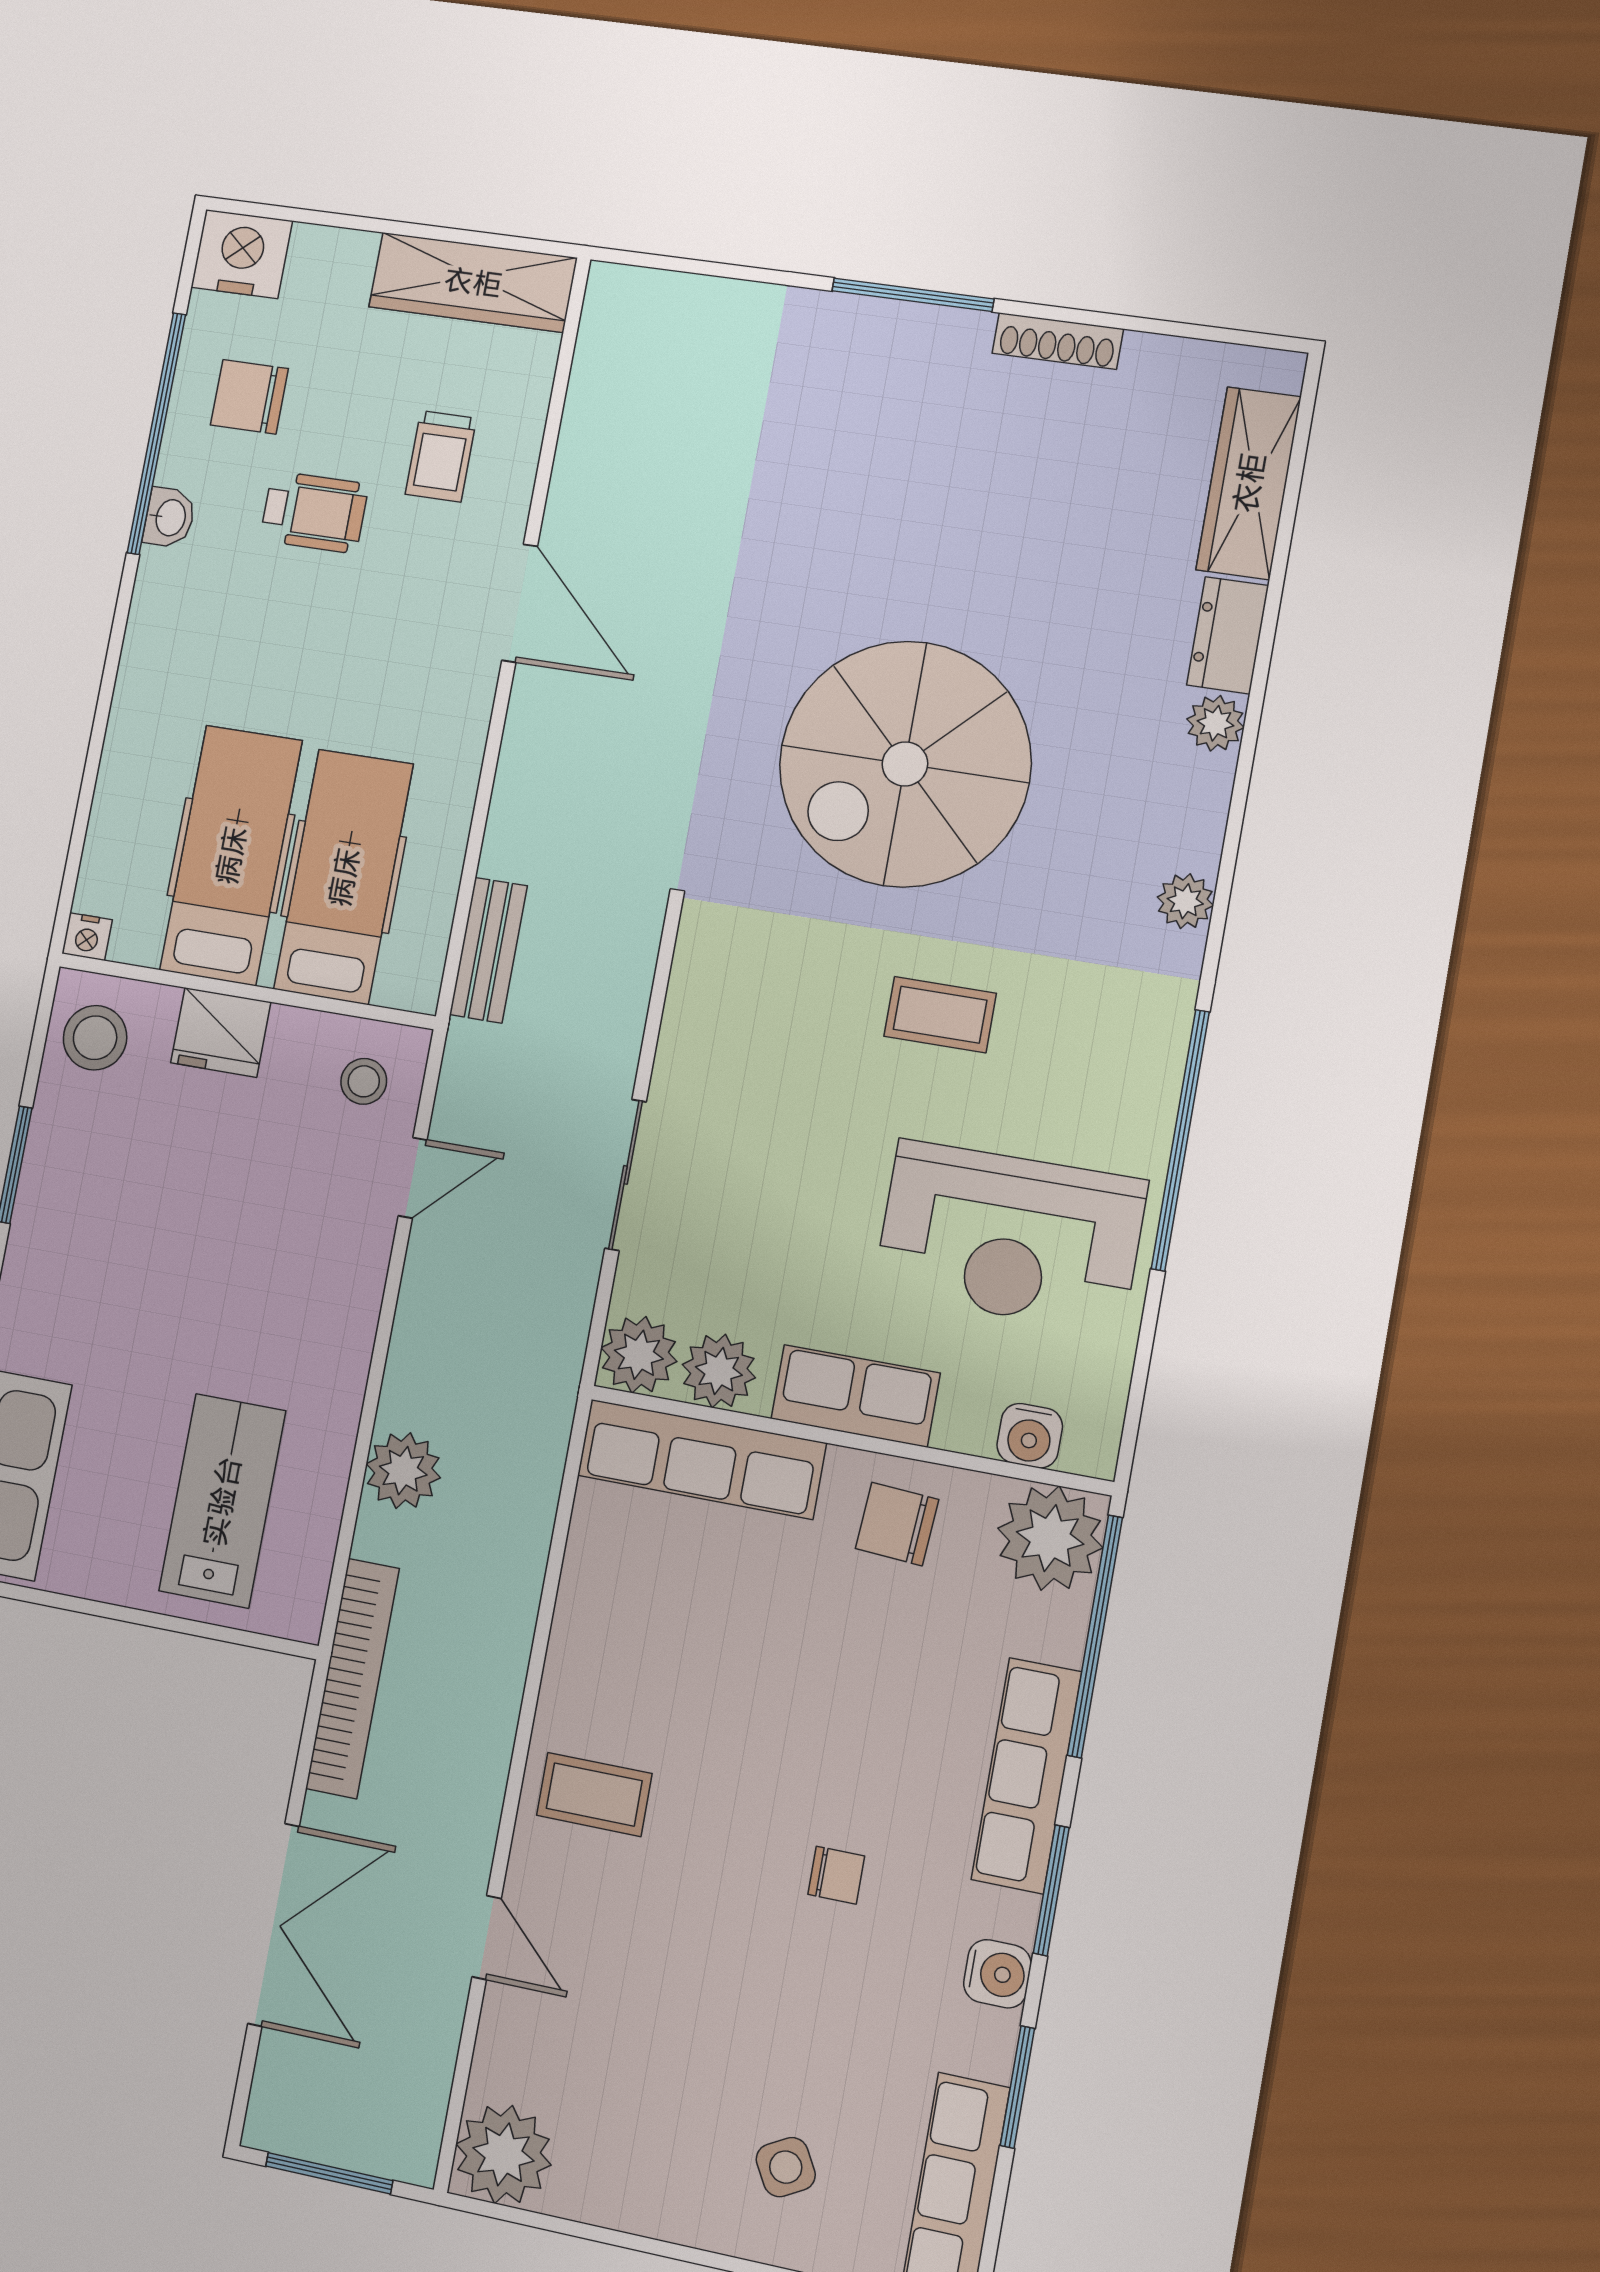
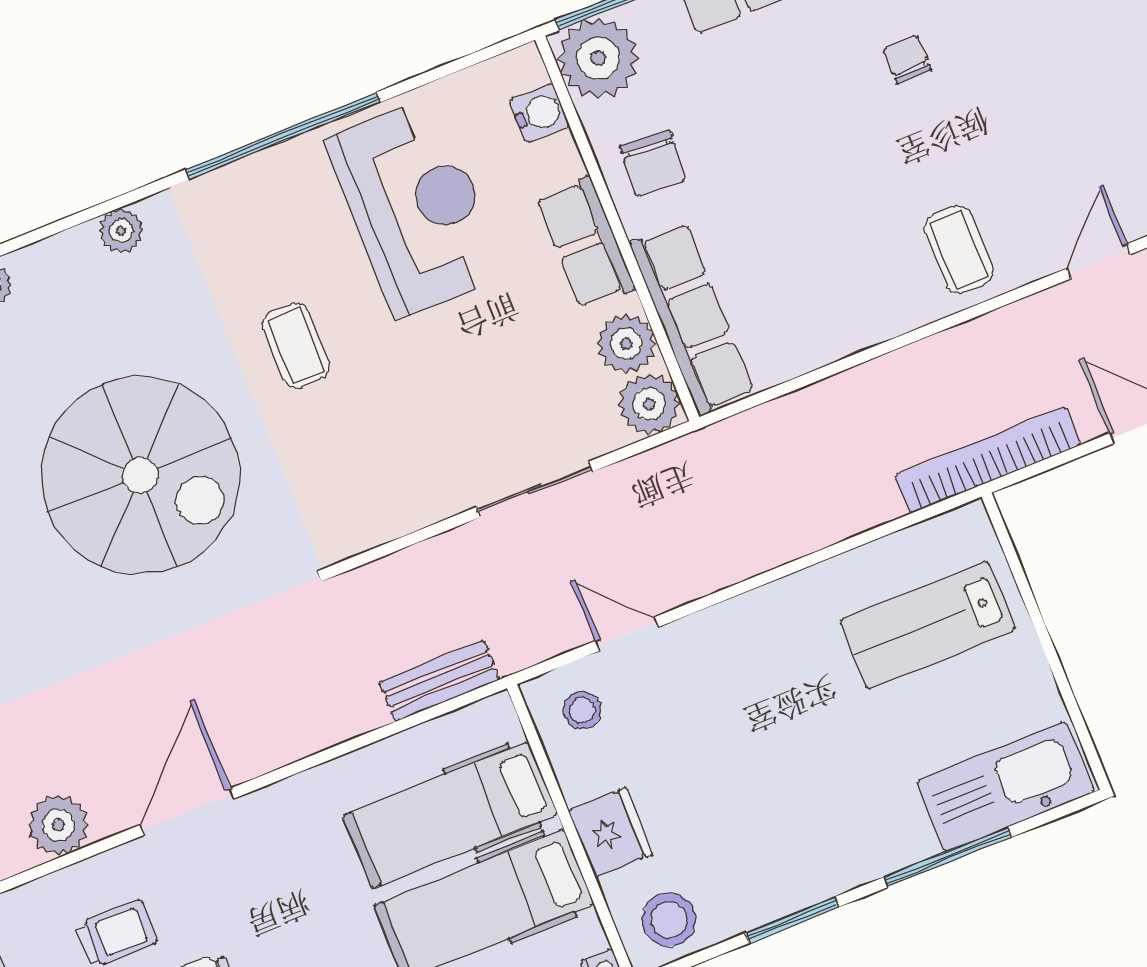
plant: (403, 1471) -> (58, 825), moved

